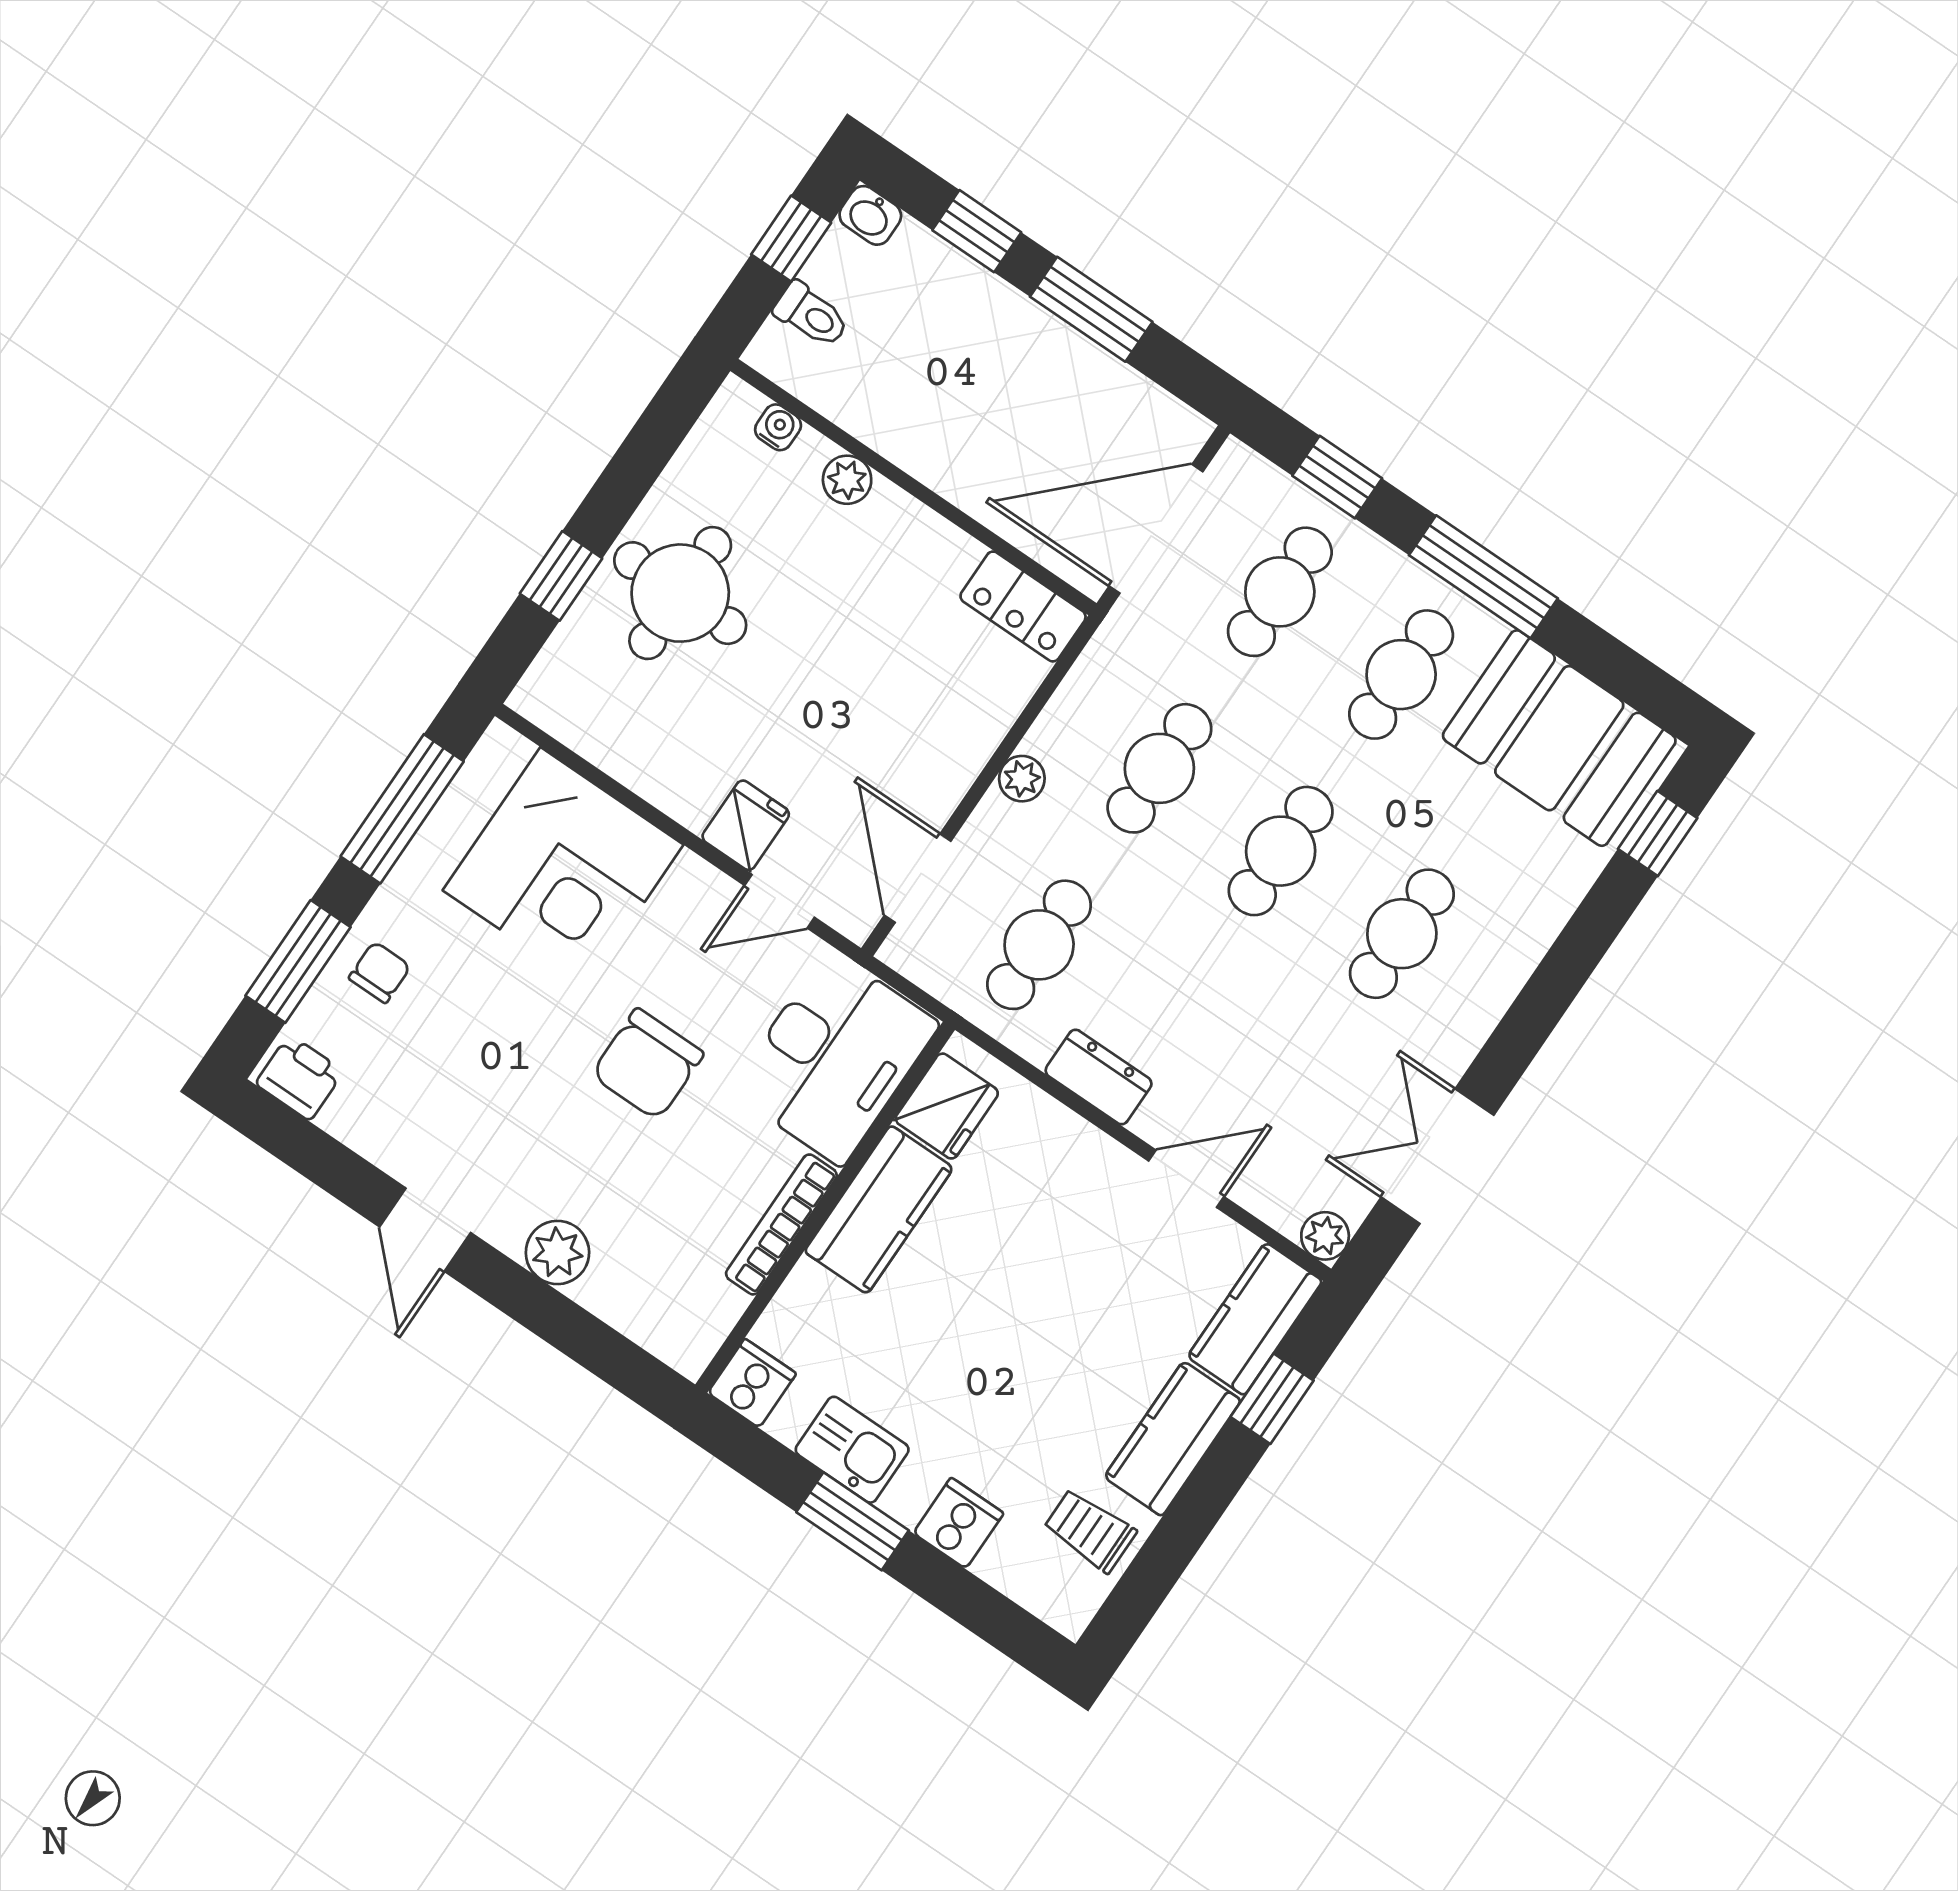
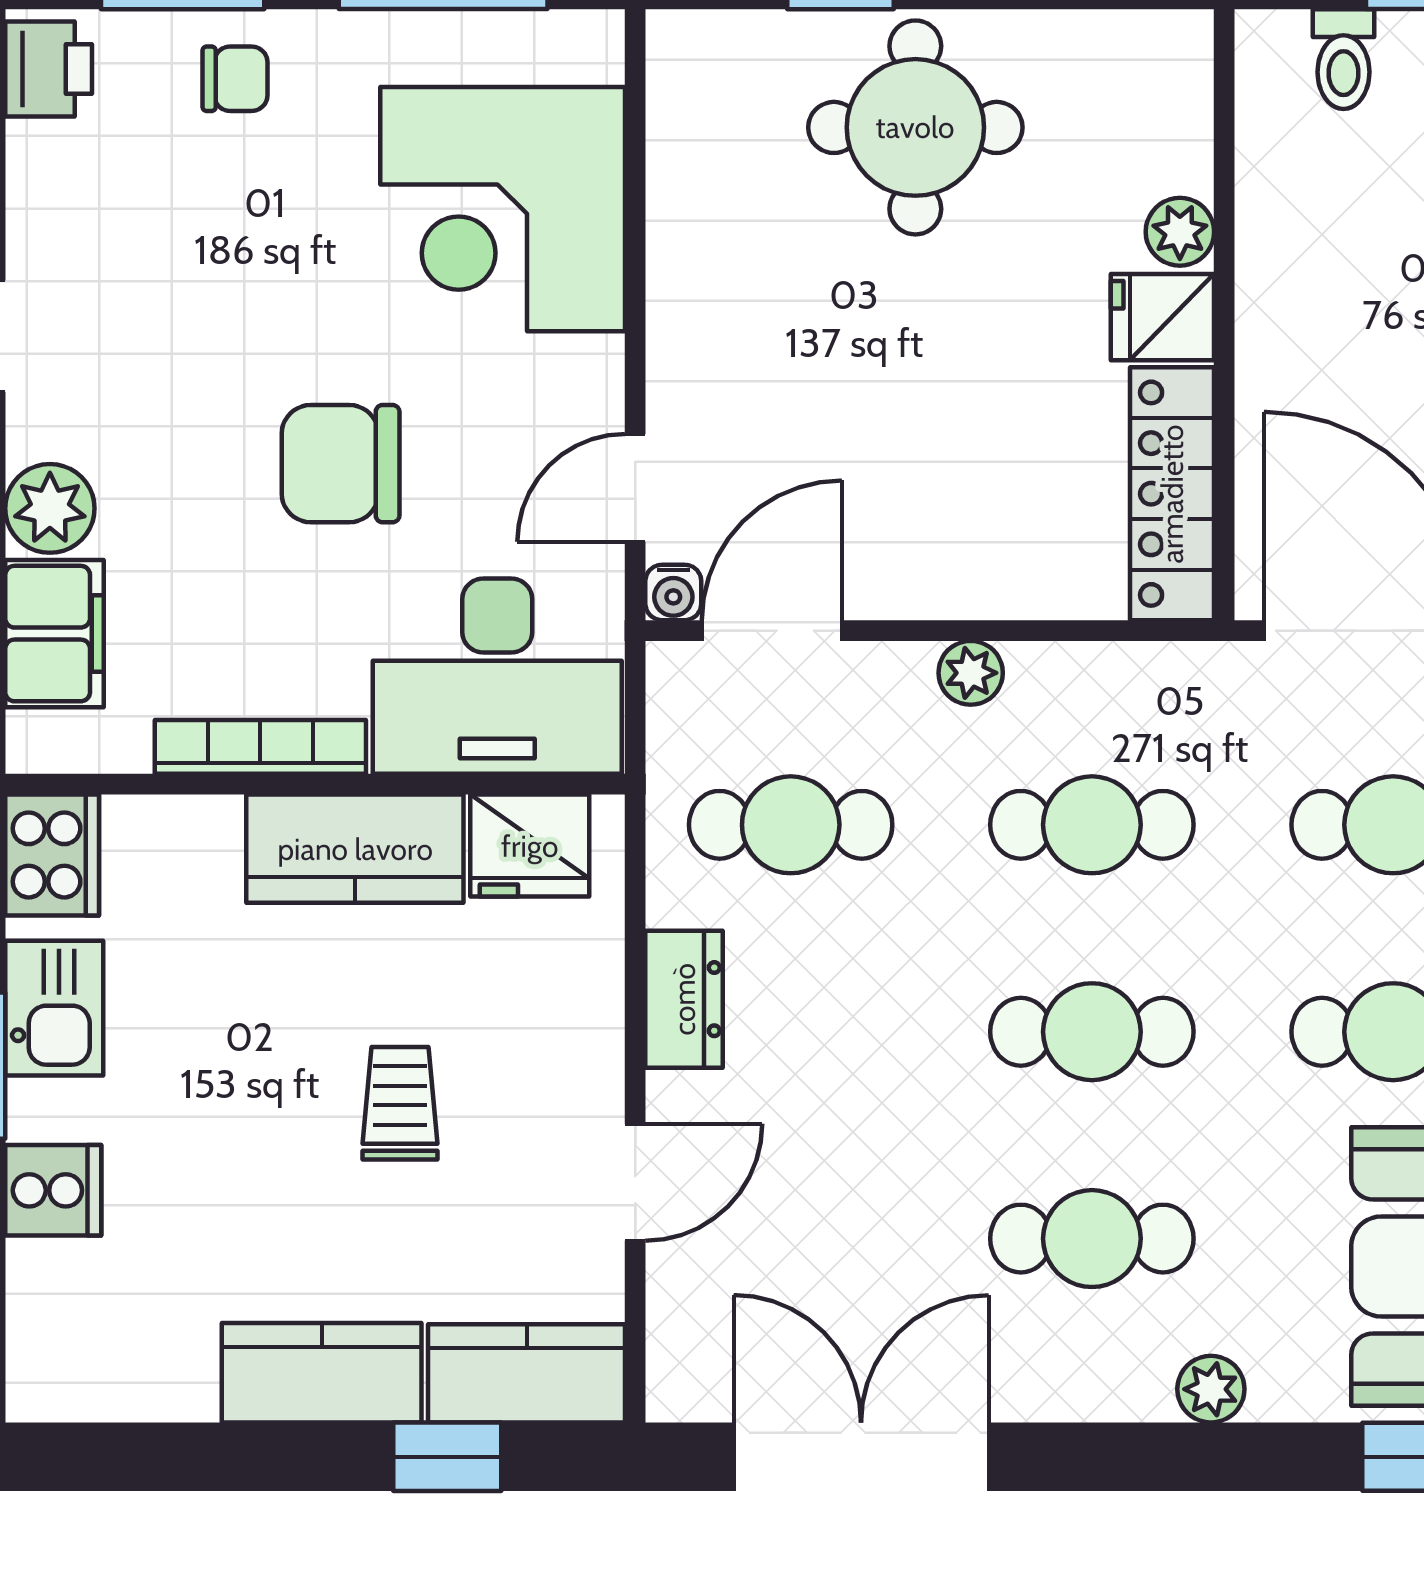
water cooler: (778, 427) -> (673, 592), moved, turned 90
locker: (1023, 606) -> (1172, 494), width x1.53
fridge: (746, 825) -> (1162, 317), moved, turned 180
door: (780, 901) -> (635, 488), hinge flipped
double door: (1437, 1156) -> (861, 1457), width x1.37
door: (1186, 1179) -> (635, 1182), hinge flipped
plant: (1325, 1236) -> (1211, 1389), moved
filing cabinet: (633, 1300) -> (54, 634), added
cooker: (752, 1383) -> (52, 855), width x1.36
trolley: (1090, 1530) -> (400, 1103), moved

